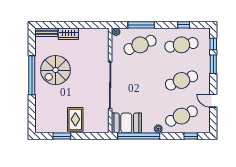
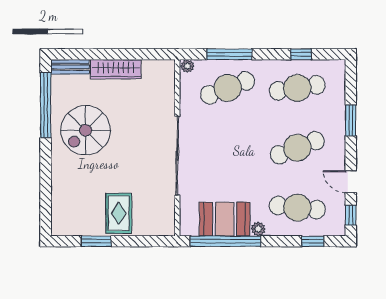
wardrobe: (68, 34) -> (116, 69), width x1.50
window: (213, 44) -> (351, 215), moved
window: (32, 75) -> (46, 105), moved
cafe table: (181, 116) -> (297, 208), turned 30
booth: (126, 123) -> (225, 219), moved

